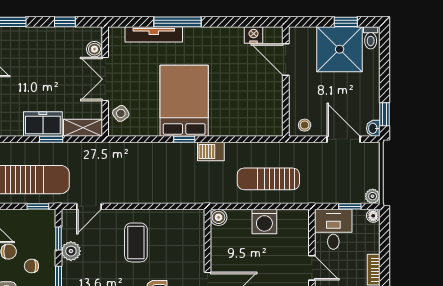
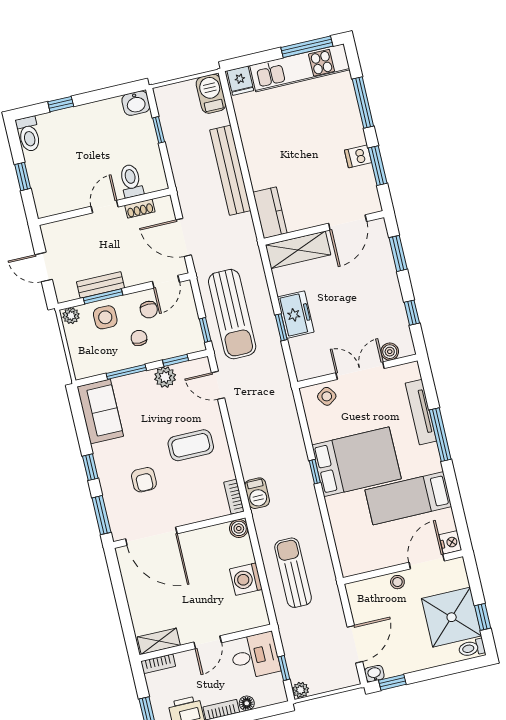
nightstand: (254, 35) -> (450, 542), moved
bed: (227, 63) -> (408, 498), added
stool: (305, 125) -> (397, 582), moved
shelving: (83, 128) -> (302, 359), removed
barbecue: (211, 151) -> (257, 493), moved, turned 180
bookcase: (190, 215) -> (234, 497), added
floor lamp: (373, 216) -> (247, 703), moved

